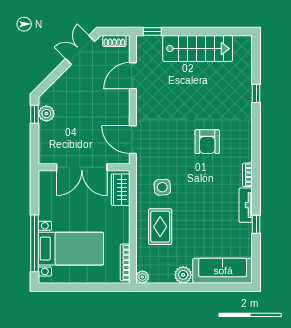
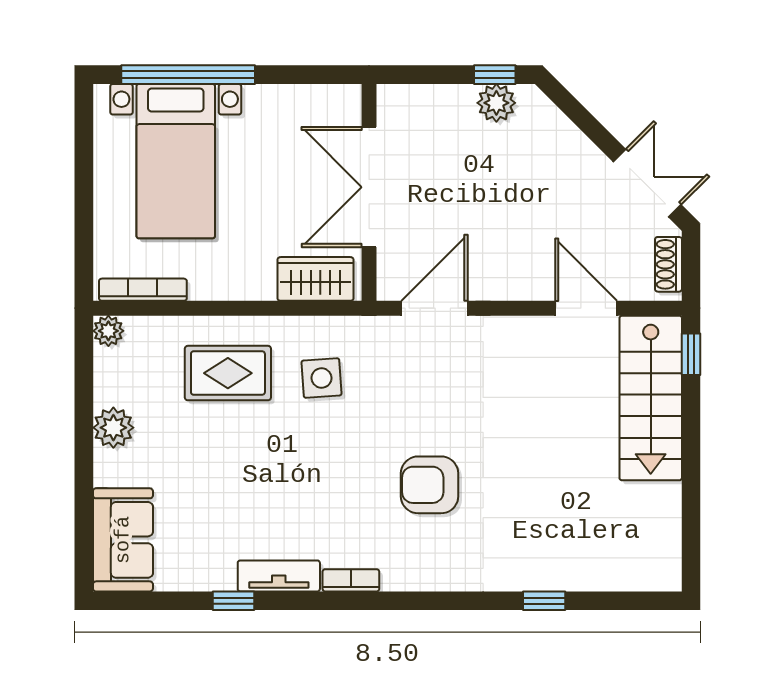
stairs: (198, 49) -> (651, 398), moved
sofa: (223, 271) -> (123, 540), width x0.73

